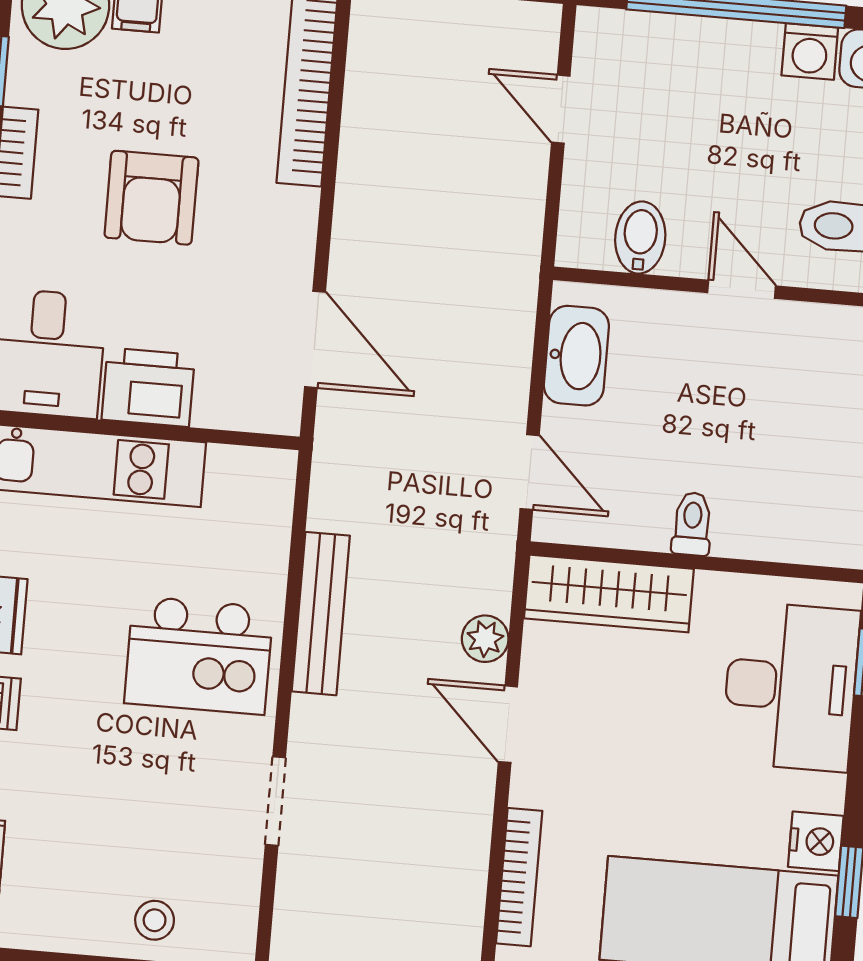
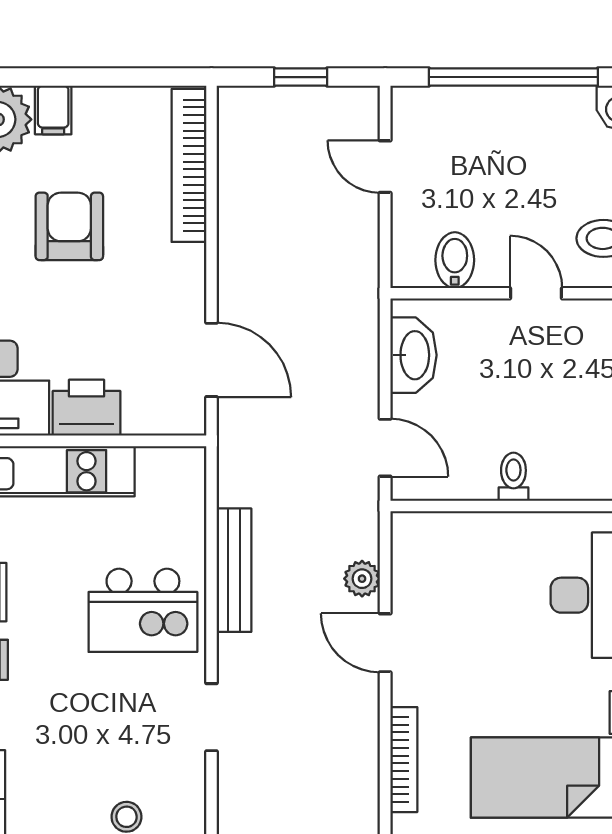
washing machine: (810, 52) -> (573, 106), removed
armchair: (151, 198) -> (69, 226), moved, turned 180
wardrobe: (609, 594) -> (454, 536), removed

